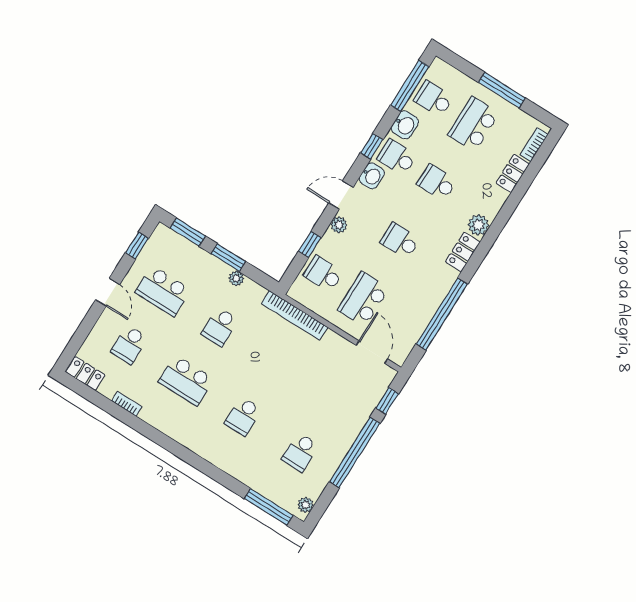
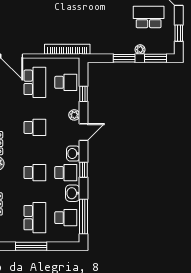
plant: (236, 278) -> (140, 50), moved
school desk: (220, 327) -> (105, 17), removed

